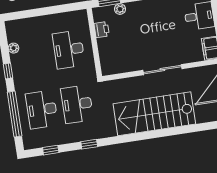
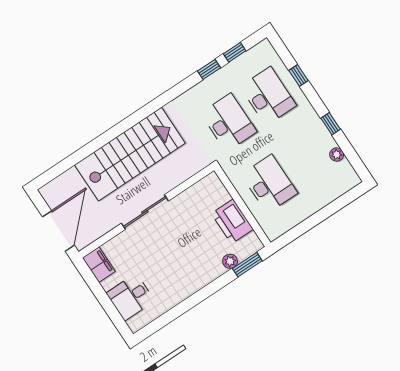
printer: (102, 30) -> (232, 221), width x1.87, depth x1.48
window: (15, 114) -> (298, 76), width x0.32
window: (89, 144) -> (209, 69), moved

